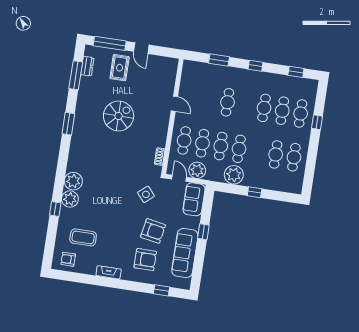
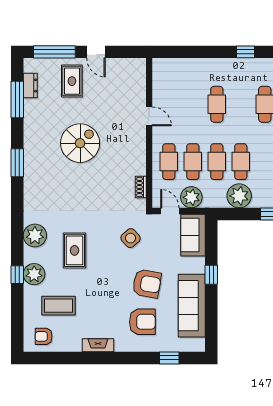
window: (219, 60) -> (198, 52), removed
rug: (102, 197) -> (75, 250), added
plant: (70, 199) -> (34, 274), moved

